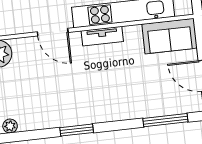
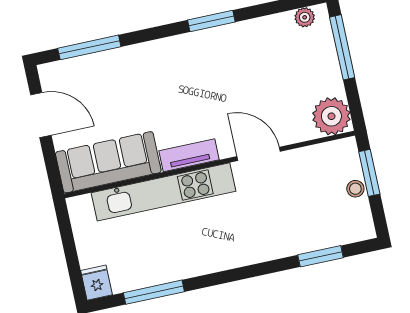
sofa: (170, 36) -> (108, 162), width x1.36

